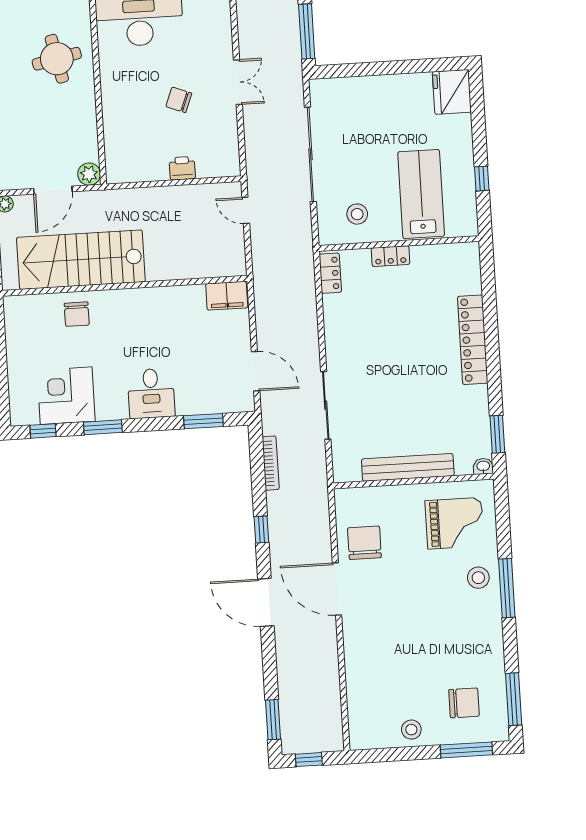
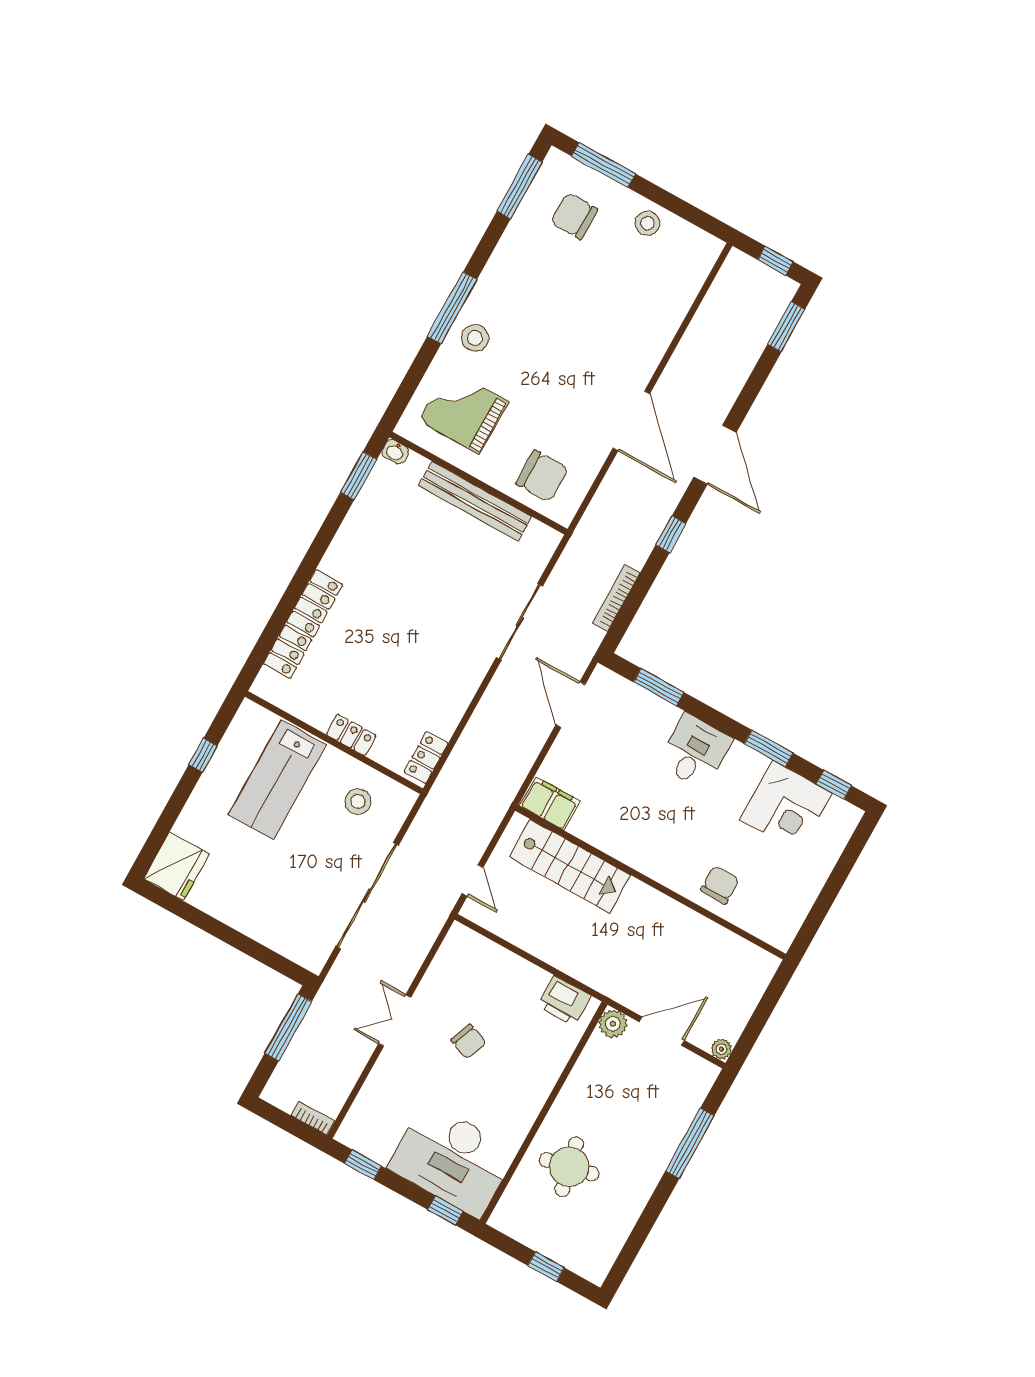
printer: (182, 168) -> (564, 1001), moved, width x1.36, depth x1.24
stairs: (81, 260) -> (570, 866), moved, width x0.73, depth x0.66
locker: (473, 340) -> (303, 624), moved
chair: (364, 543) -> (542, 476), moved, turned -90

